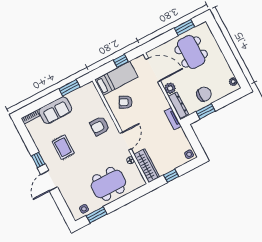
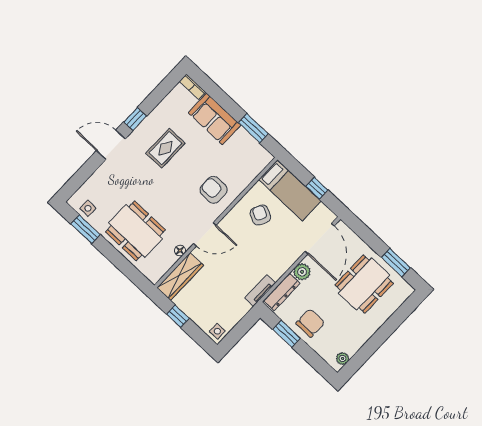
chair: (204, 94) -> (310, 323), turned -90

